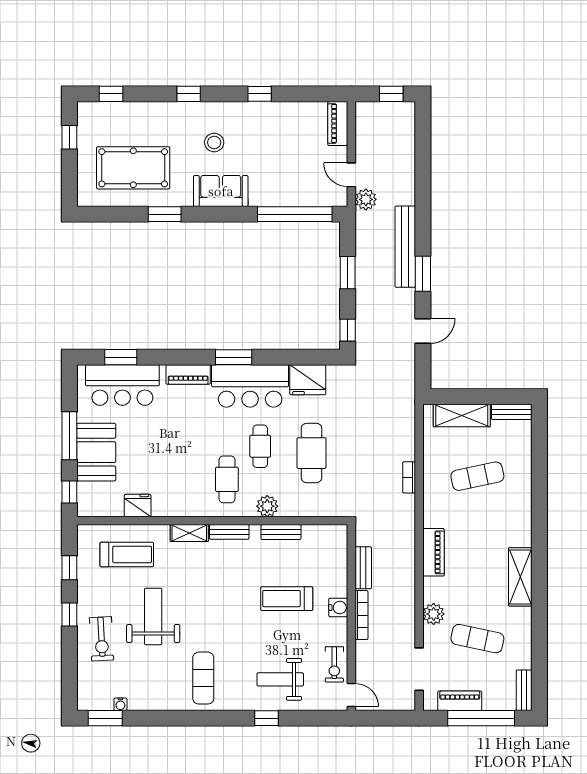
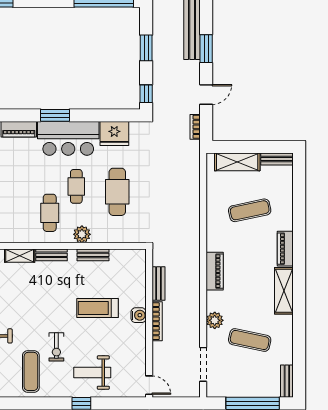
bookcase: (409, 477) -> (195, 127), moved
exercise bike: (334, 664) -> (56, 347), moved
piano: (460, 701) -> (285, 249), moved, turned -90

